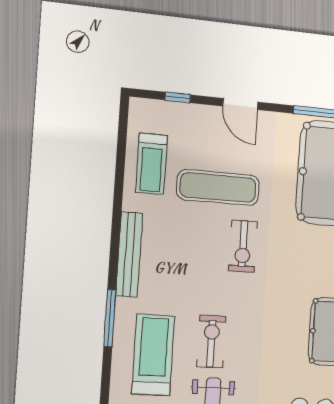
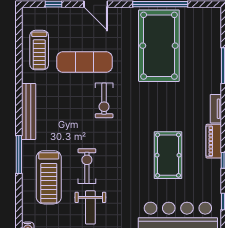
treadmill: (153, 355) -> (49, 177), turned 180

